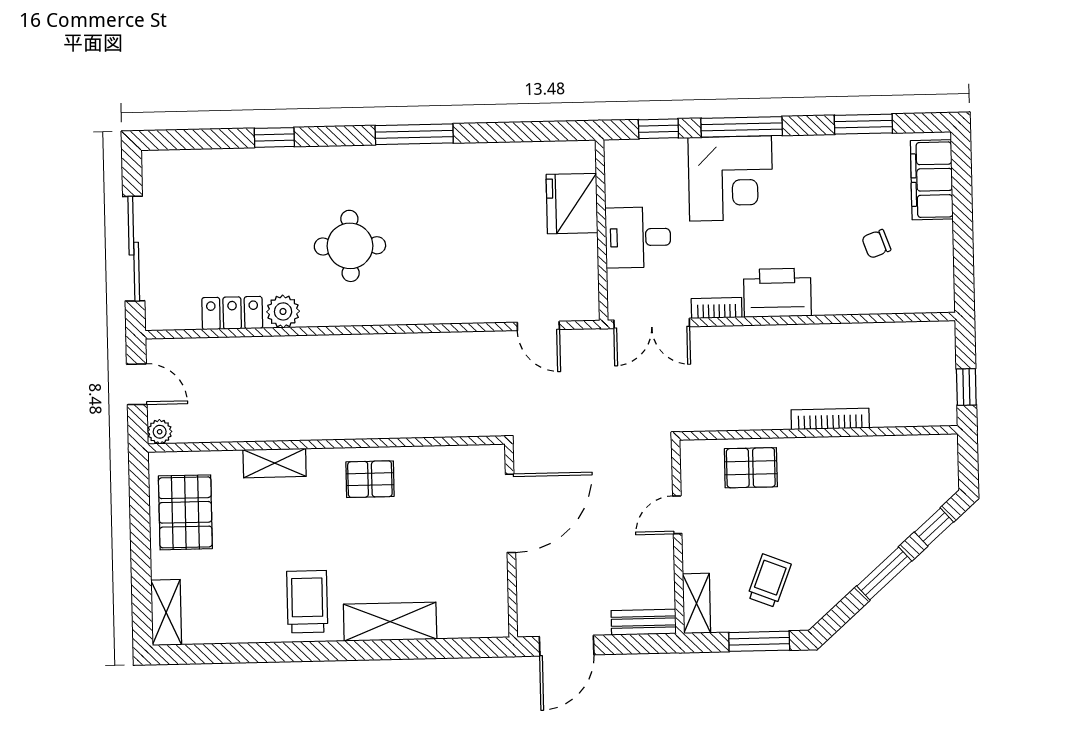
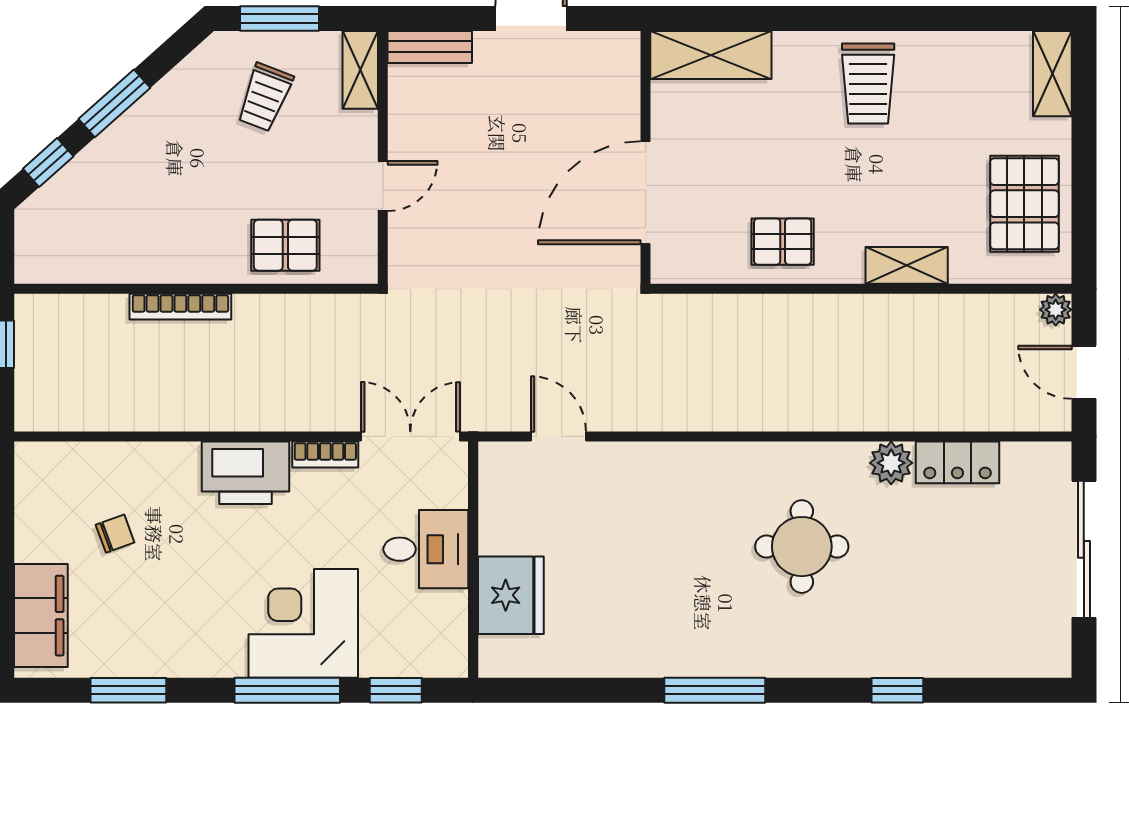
door: (510, 513) -> (646, 193), moved
wall: (511, 541) -> (646, 157), moved
shelving: (390, 622) -> (711, 55), moved

